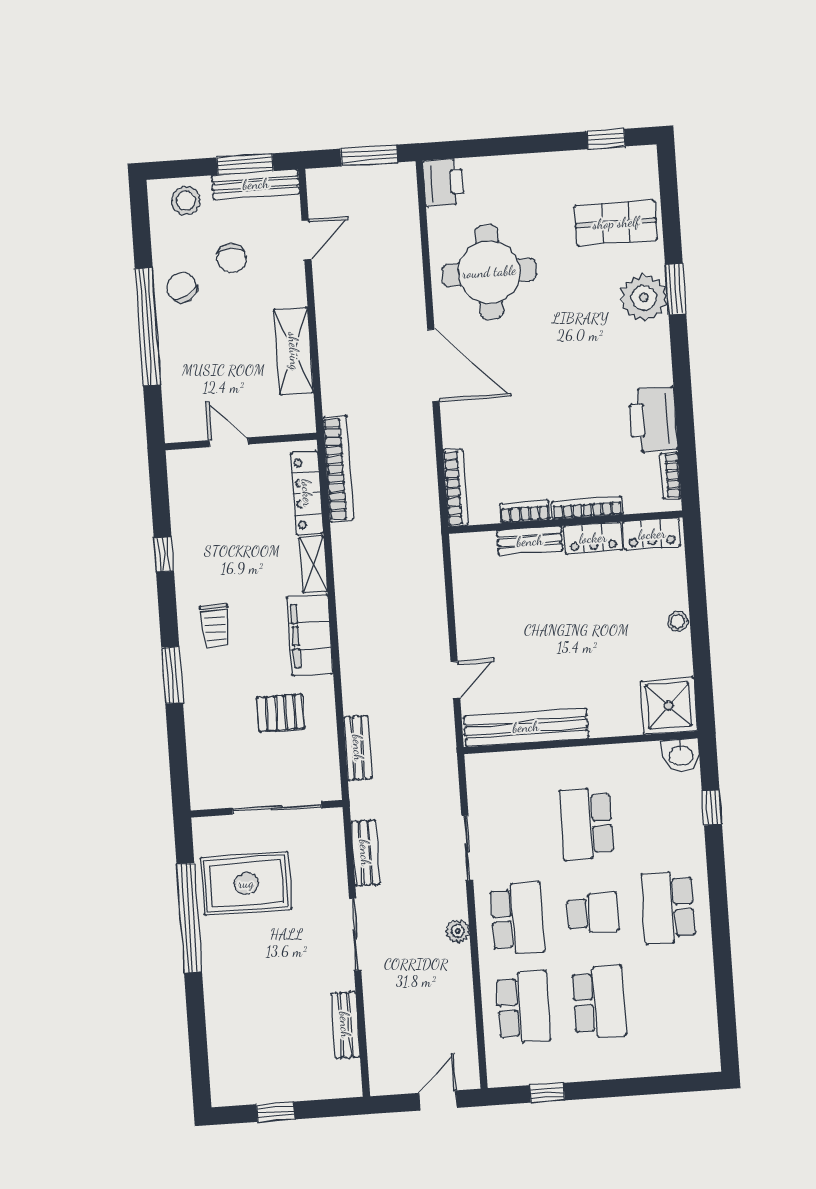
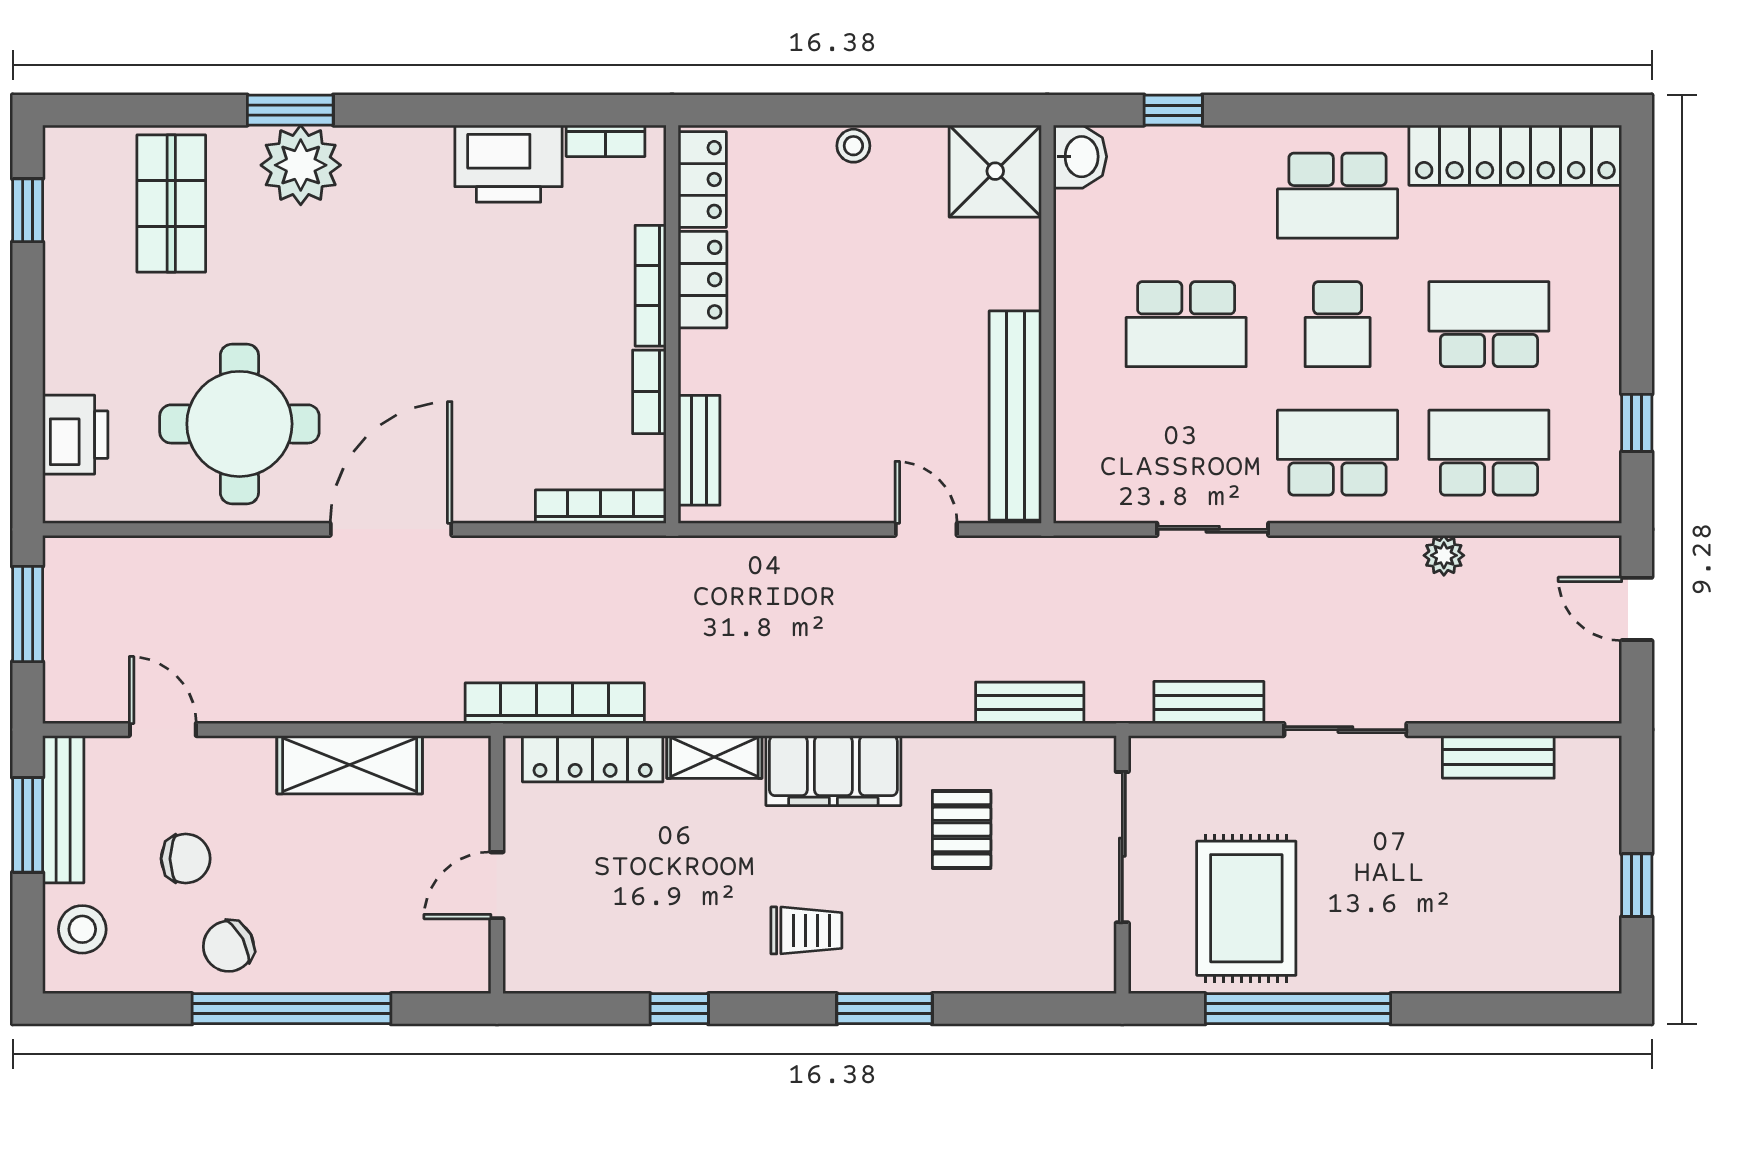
printer: (443, 182) -> (75, 435), moved, turned 90
bench: (530, 541) -> (699, 450), moved
school desk: (593, 913) -> (1338, 324), turned 180
plant: (458, 931) -> (1444, 555), moved
locker: (699, 1010) -> (1515, 155), added

